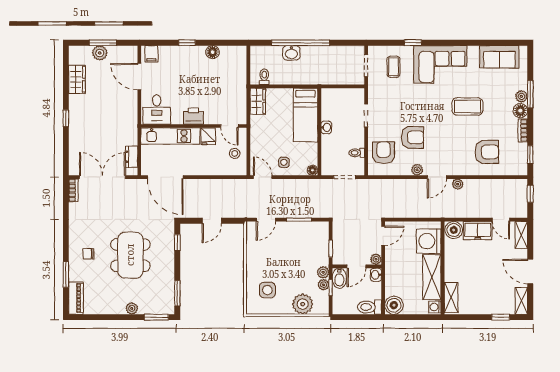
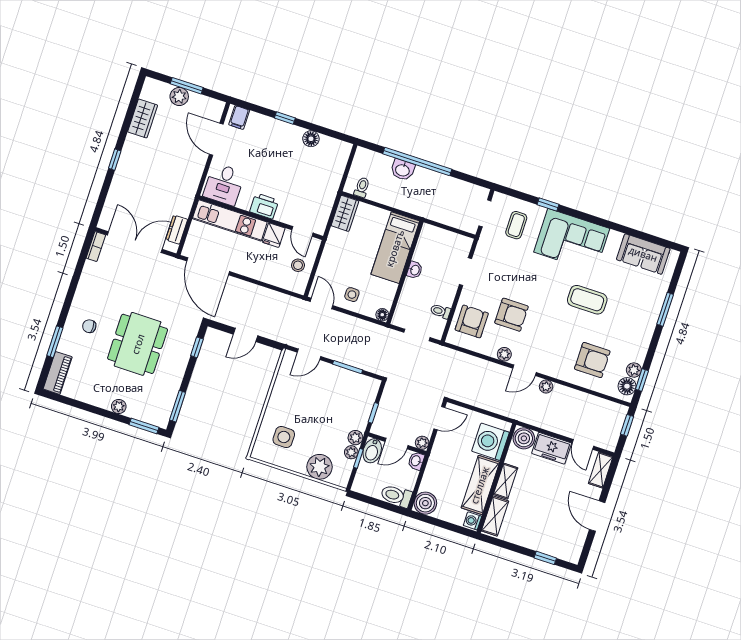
plant: (521, 96) -> (634, 370), moved
floor lamp: (520, 111) -> (627, 386), moved
bookcase: (523, 130) -> (643, 349), removed
shelving: (521, 301) -> (506, 481), moved

